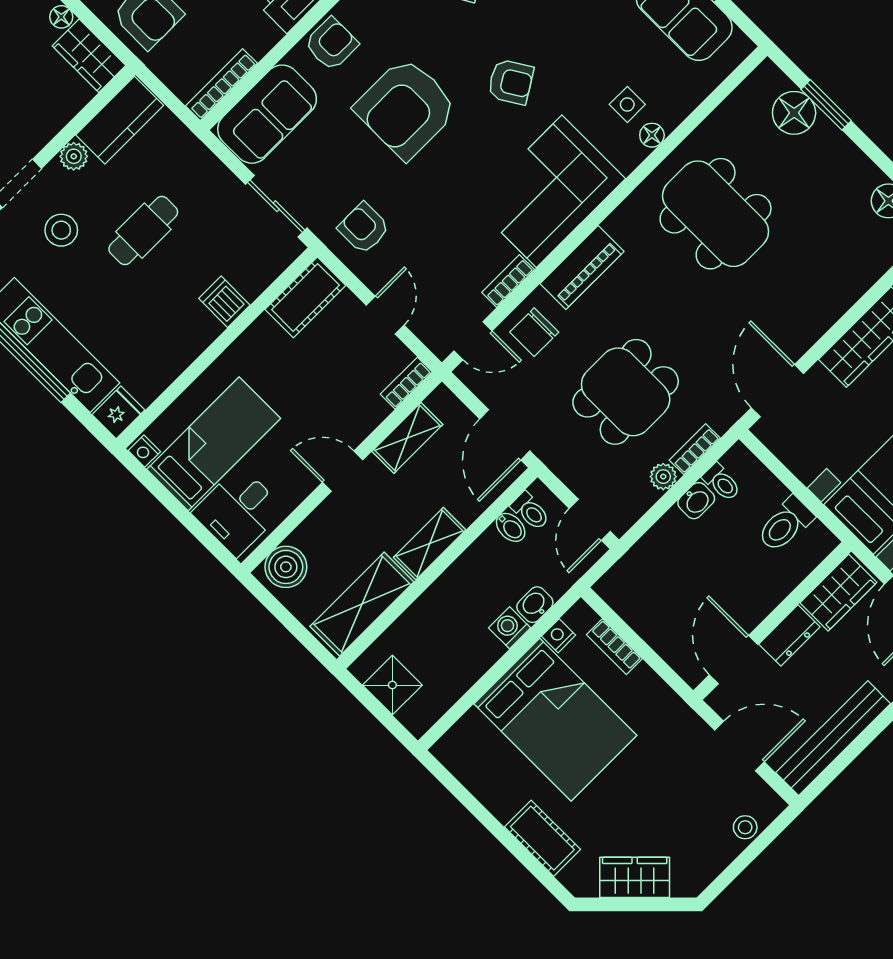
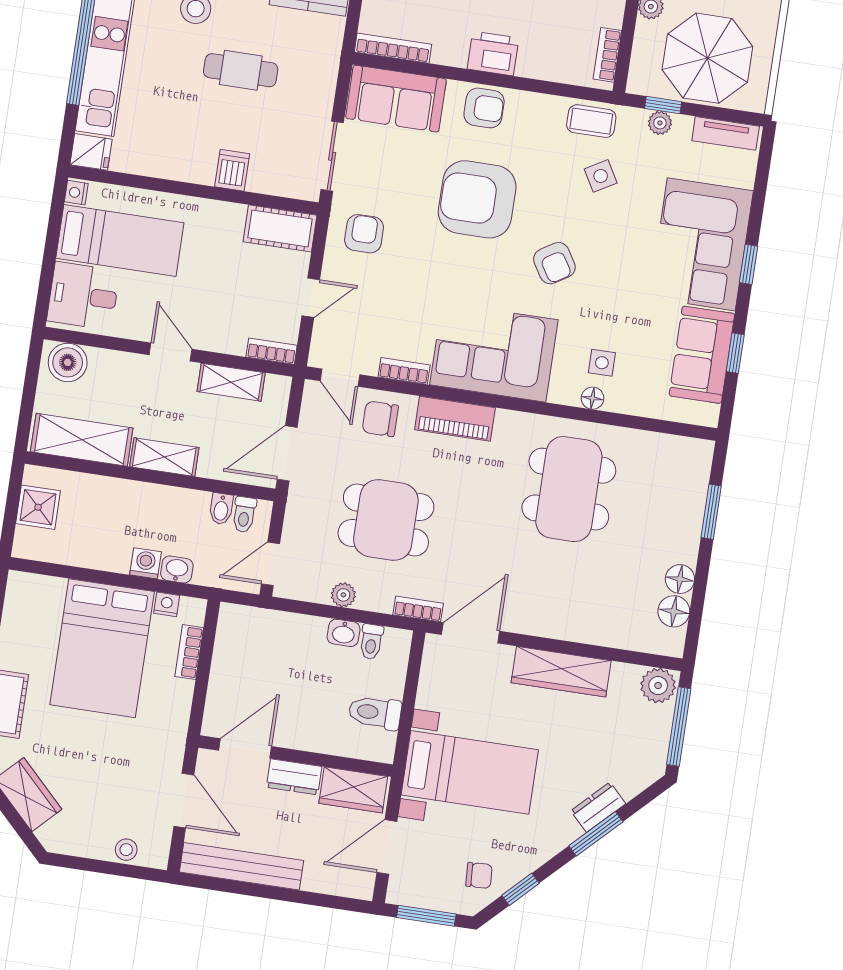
floor lamp: (794, 113) -> (680, 579), moved, width x0.73, depth x0.73
bookcase: (695, 449) -> (418, 609), moved

